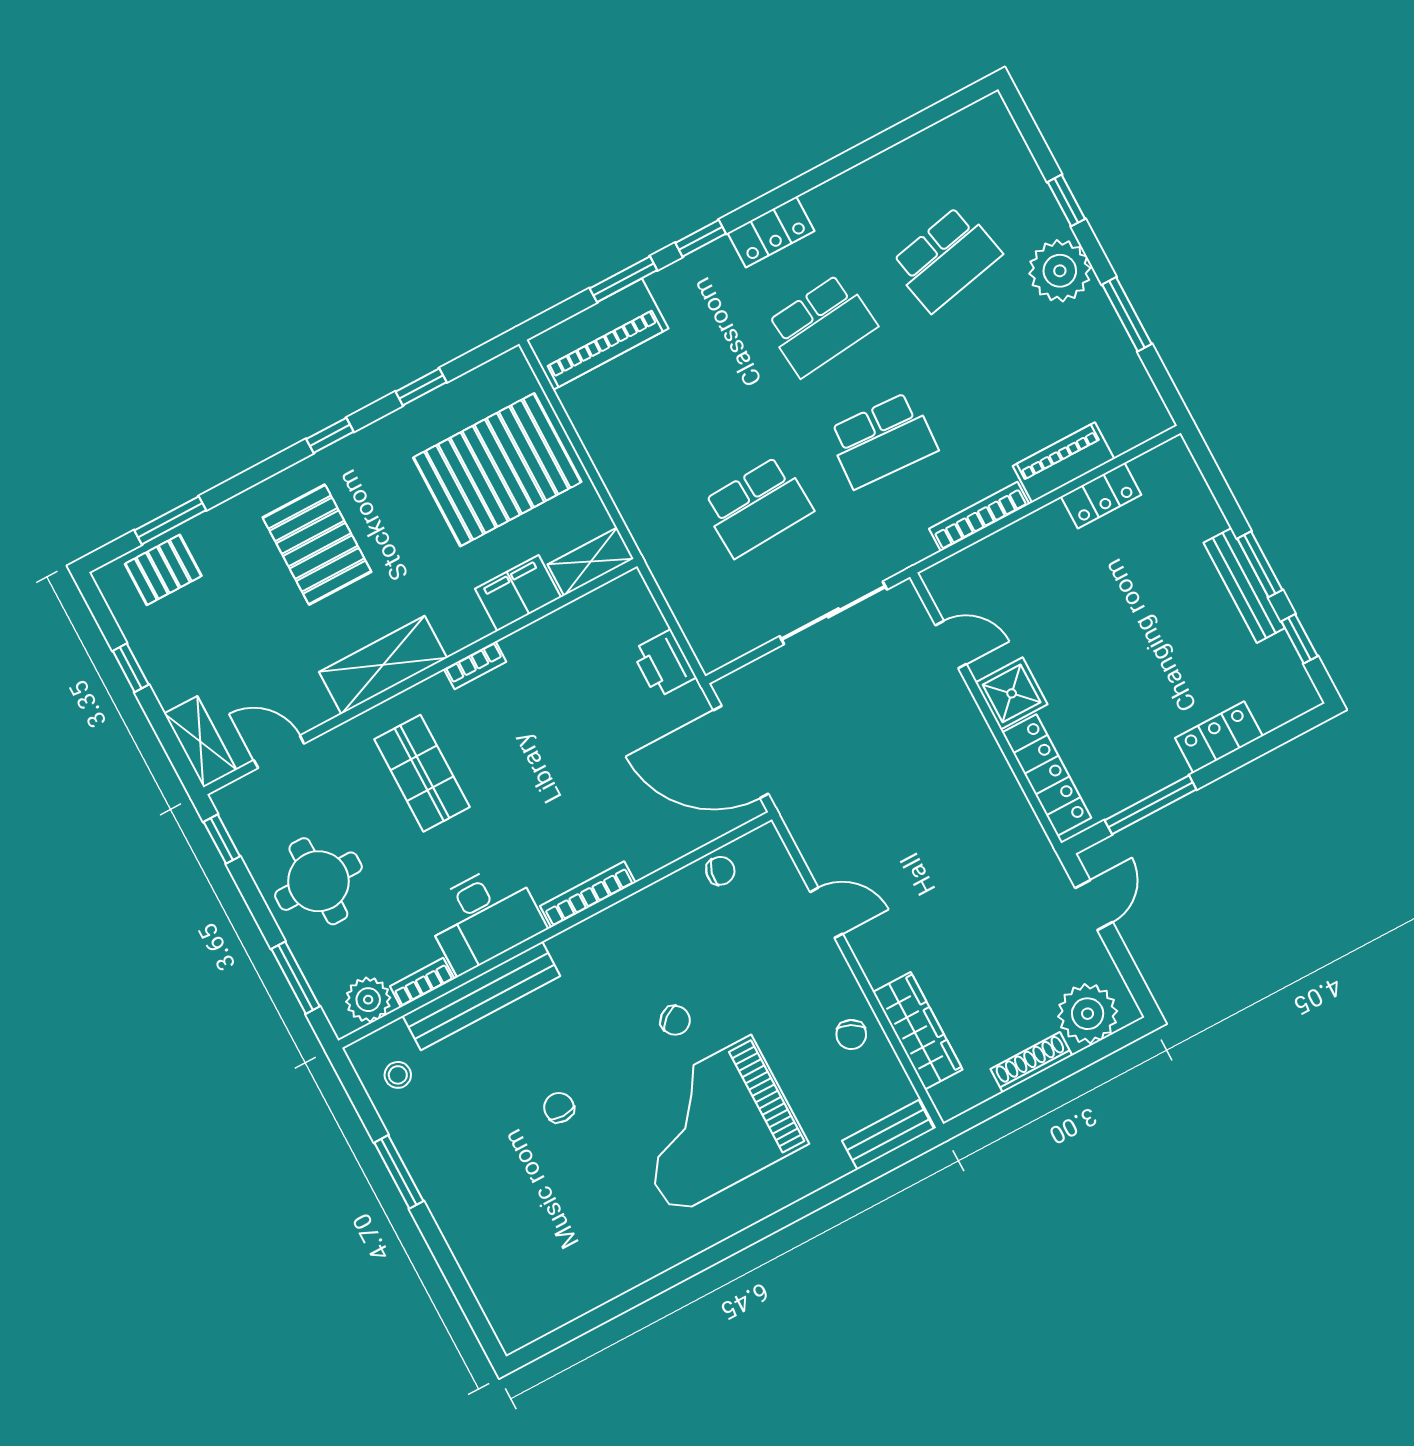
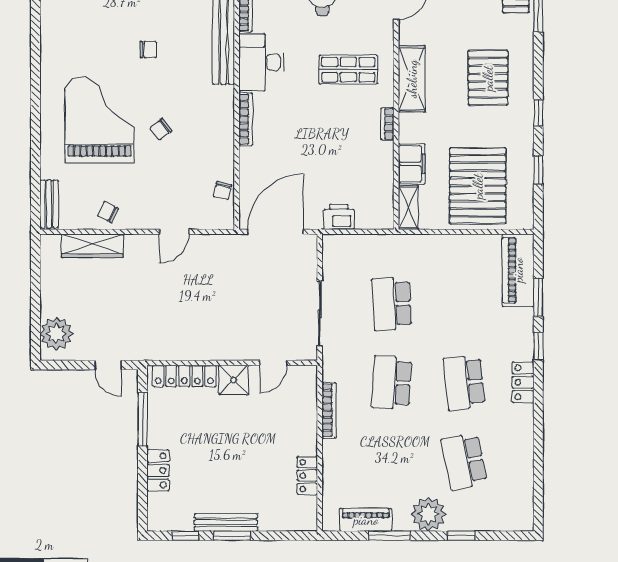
piano: (1063, 462) -> (366, 520), moved, turned -90
pallet: (317, 545) -> (488, 78), turned 90
shoe rack: (1031, 1062) -> (47, 293), removed

